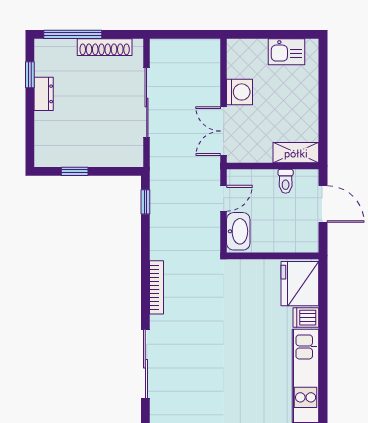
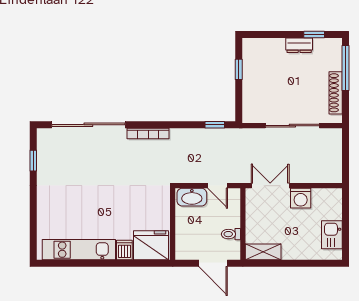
shelving: (296, 153) -> (263, 252), moved, turned 90
door: (323, 204) -> (213, 263), hinge flipped
sliding door: (145, 364) -> (88, 125), width x1.36

